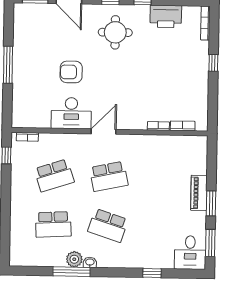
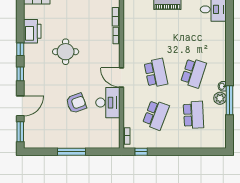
round table: (115, 32) -> (66, 52), moved
armchair: (71, 72) -> (76, 103), turned -110
school desk: (54, 175) -> (156, 115), turned 39
window: (152, 273) -> (229, 38), removed

